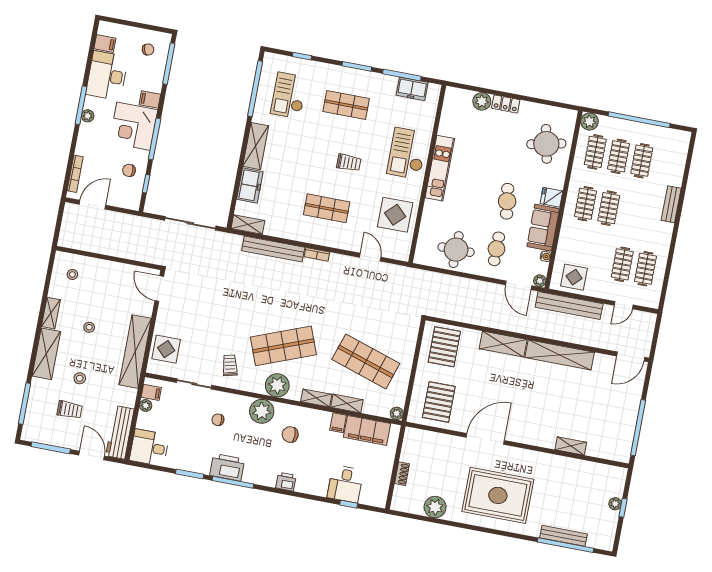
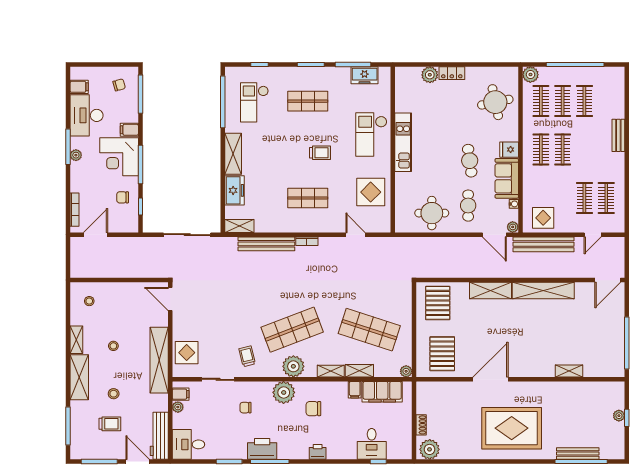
plant: (435, 507) -> (430, 449), moved

